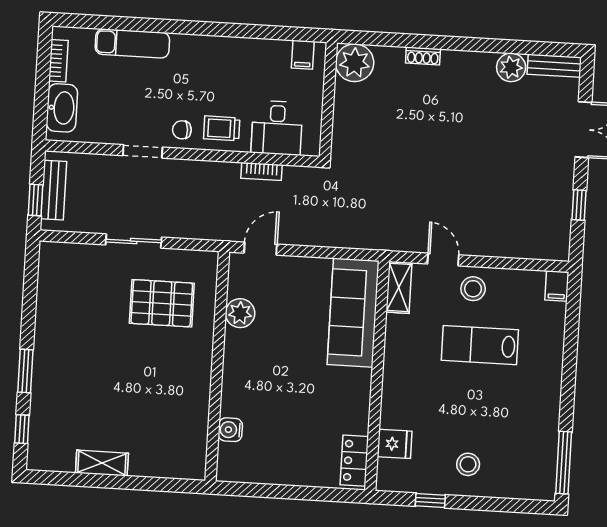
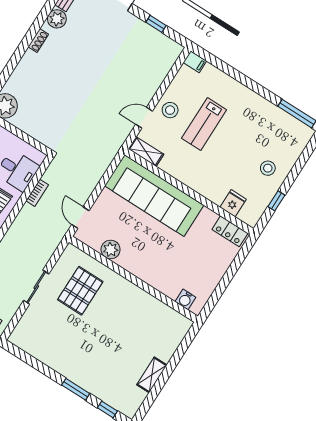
shoe rack: (423, 56) -> (38, 41), moved
sofa: (353, 313) -> (154, 196), width x1.36, depth x1.27
water cooler: (230, 430) -> (185, 299), moved

